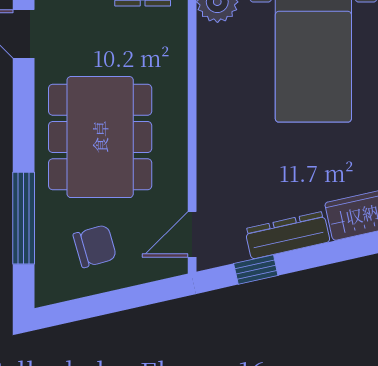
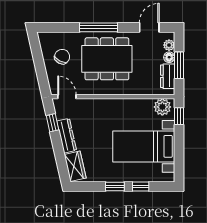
window: (24, 218) -> (98, 27), moved
chair: (95, 246) -> (62, 57), turned -136

